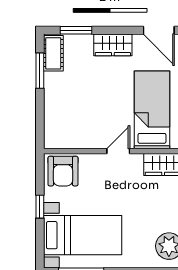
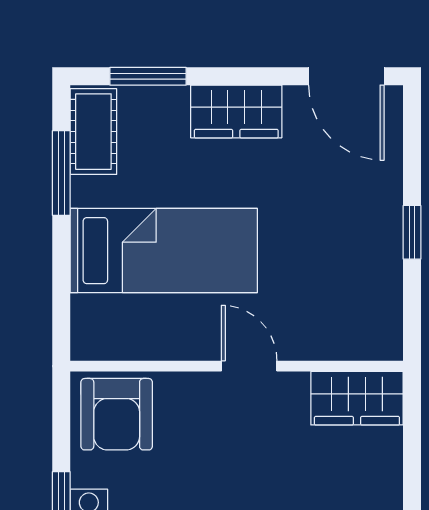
bed: (152, 110) -> (164, 251), moved, turned 90
door: (118, 151) -> (249, 366), hinge flipped

